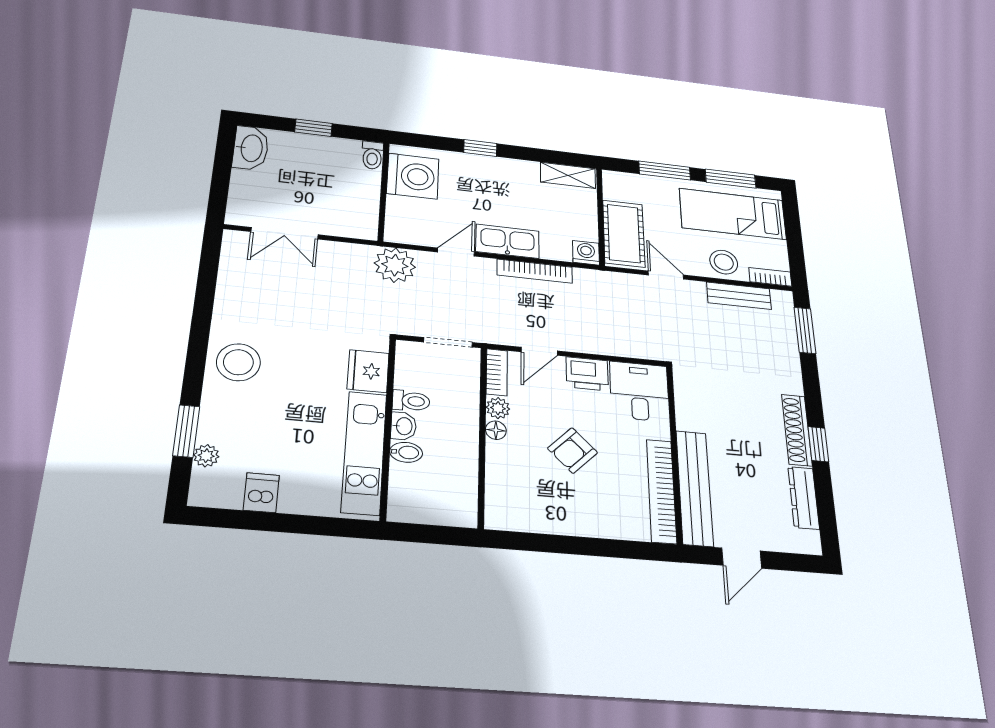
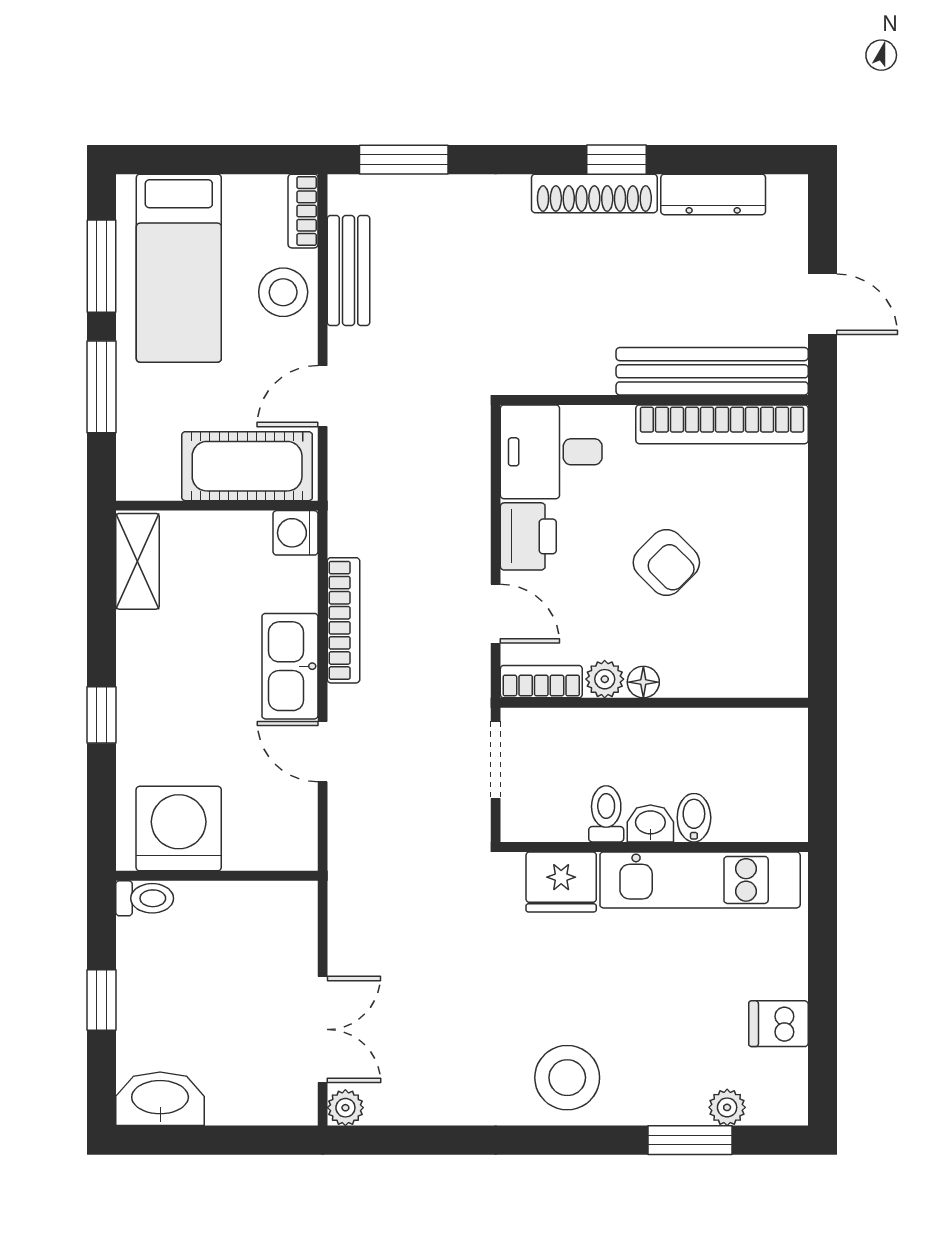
plant: (395, 265) -> (345, 1108), moved, width x0.53, depth x0.53

